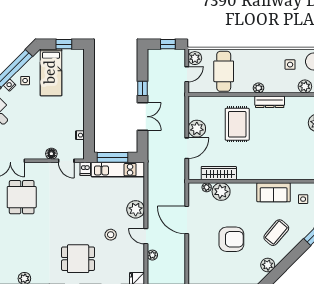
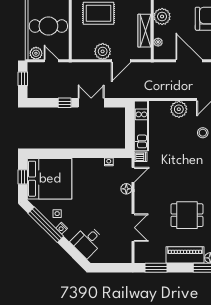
bed: (51, 72) -> (50, 179), width x2.04
door: (187, 148) -> (121, 61), swing flipped
window: (113, 157) -> (130, 131), removed
plant: (221, 192) -> (162, 17), moved
dining table: (22, 197) -> (187, 215), moved
door: (187, 220) -> (189, 61), swing flipped

